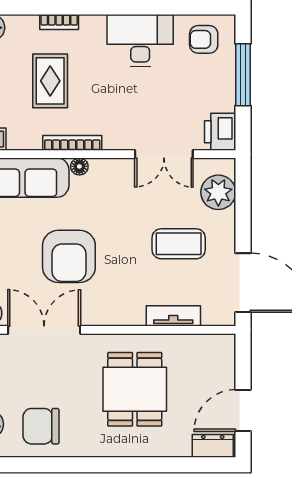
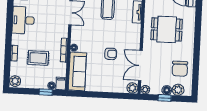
armchair: (69, 256) -> (111, 54), width x0.53, depth x0.53

